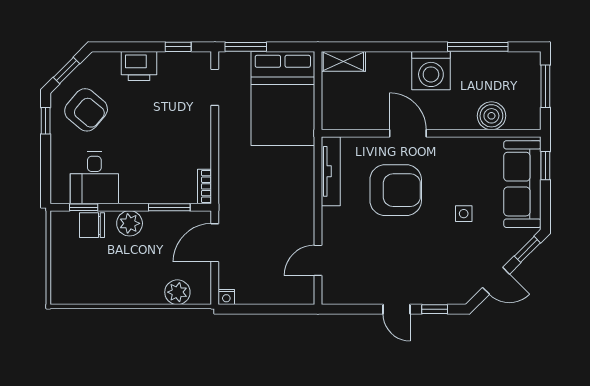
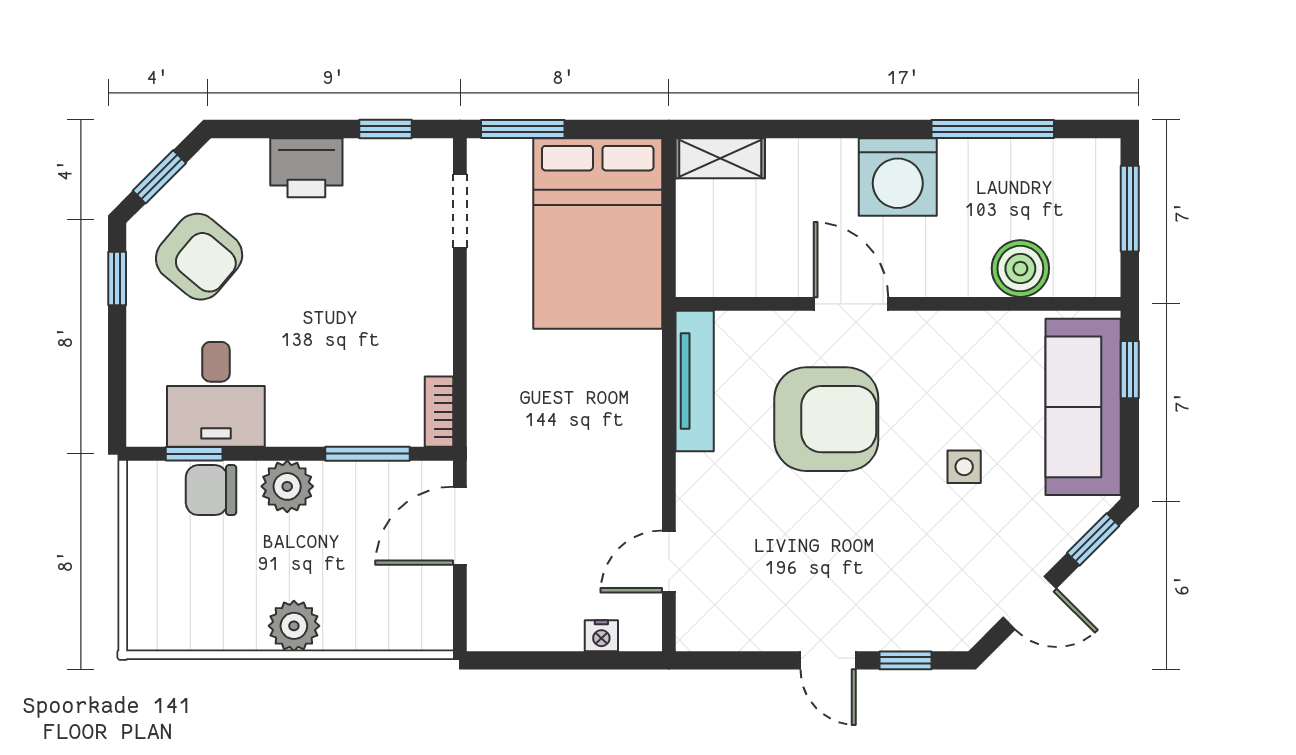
plant: (177, 292) -> (294, 626), moved
nightstand: (226, 297) -> (601, 636), moved

